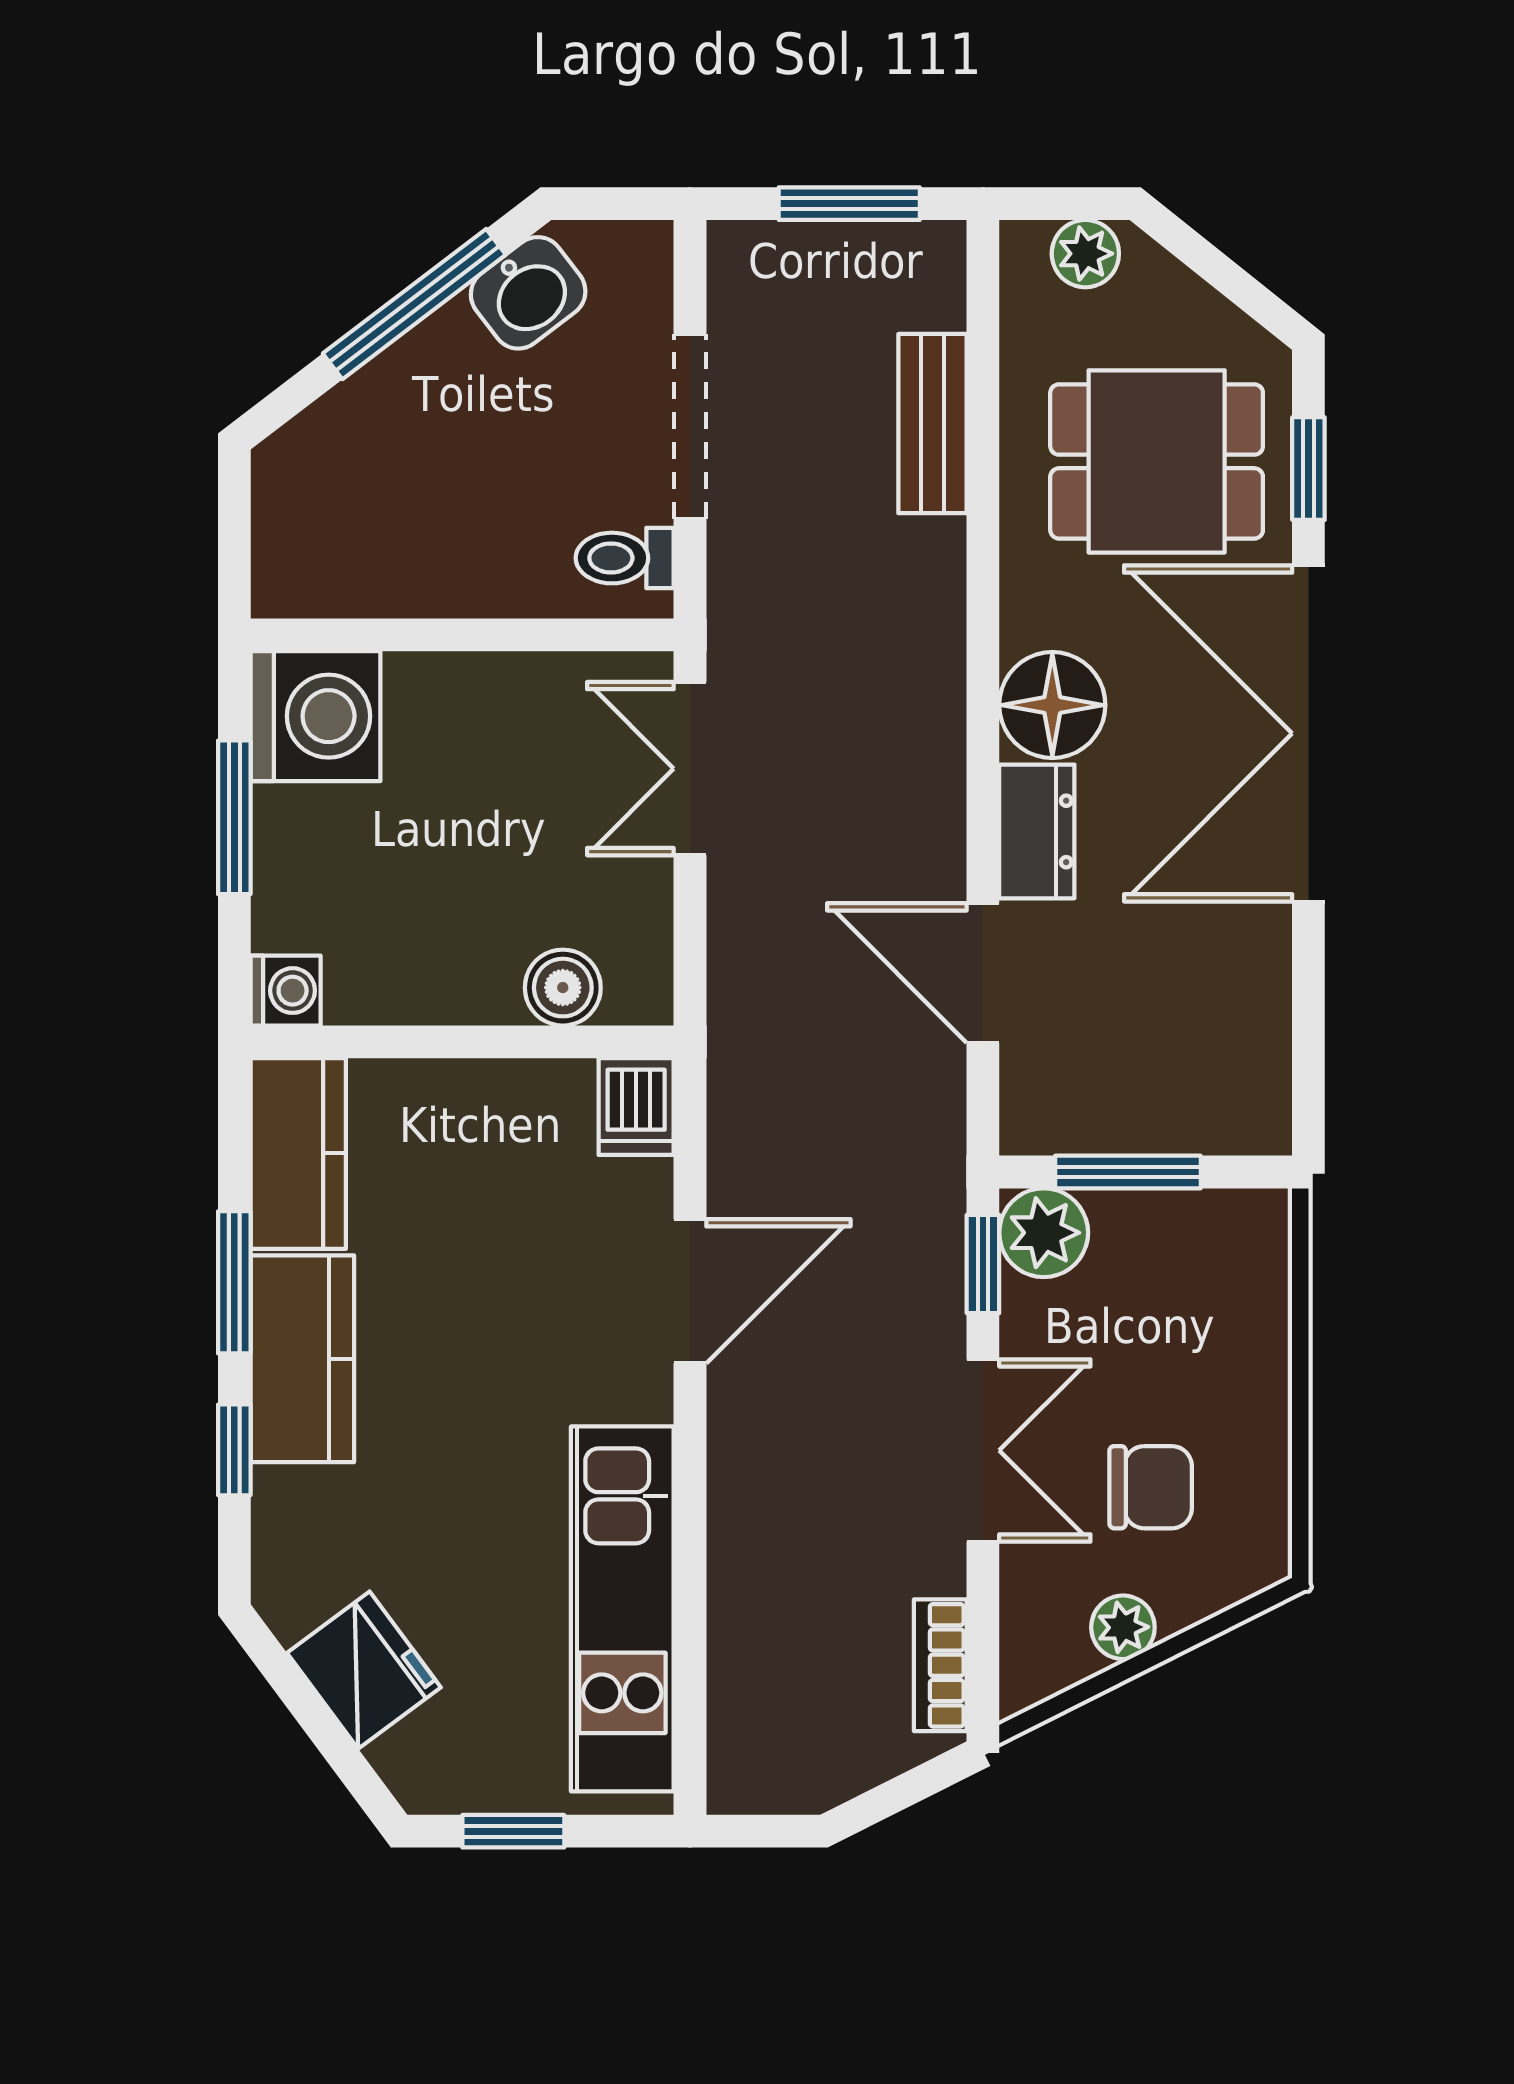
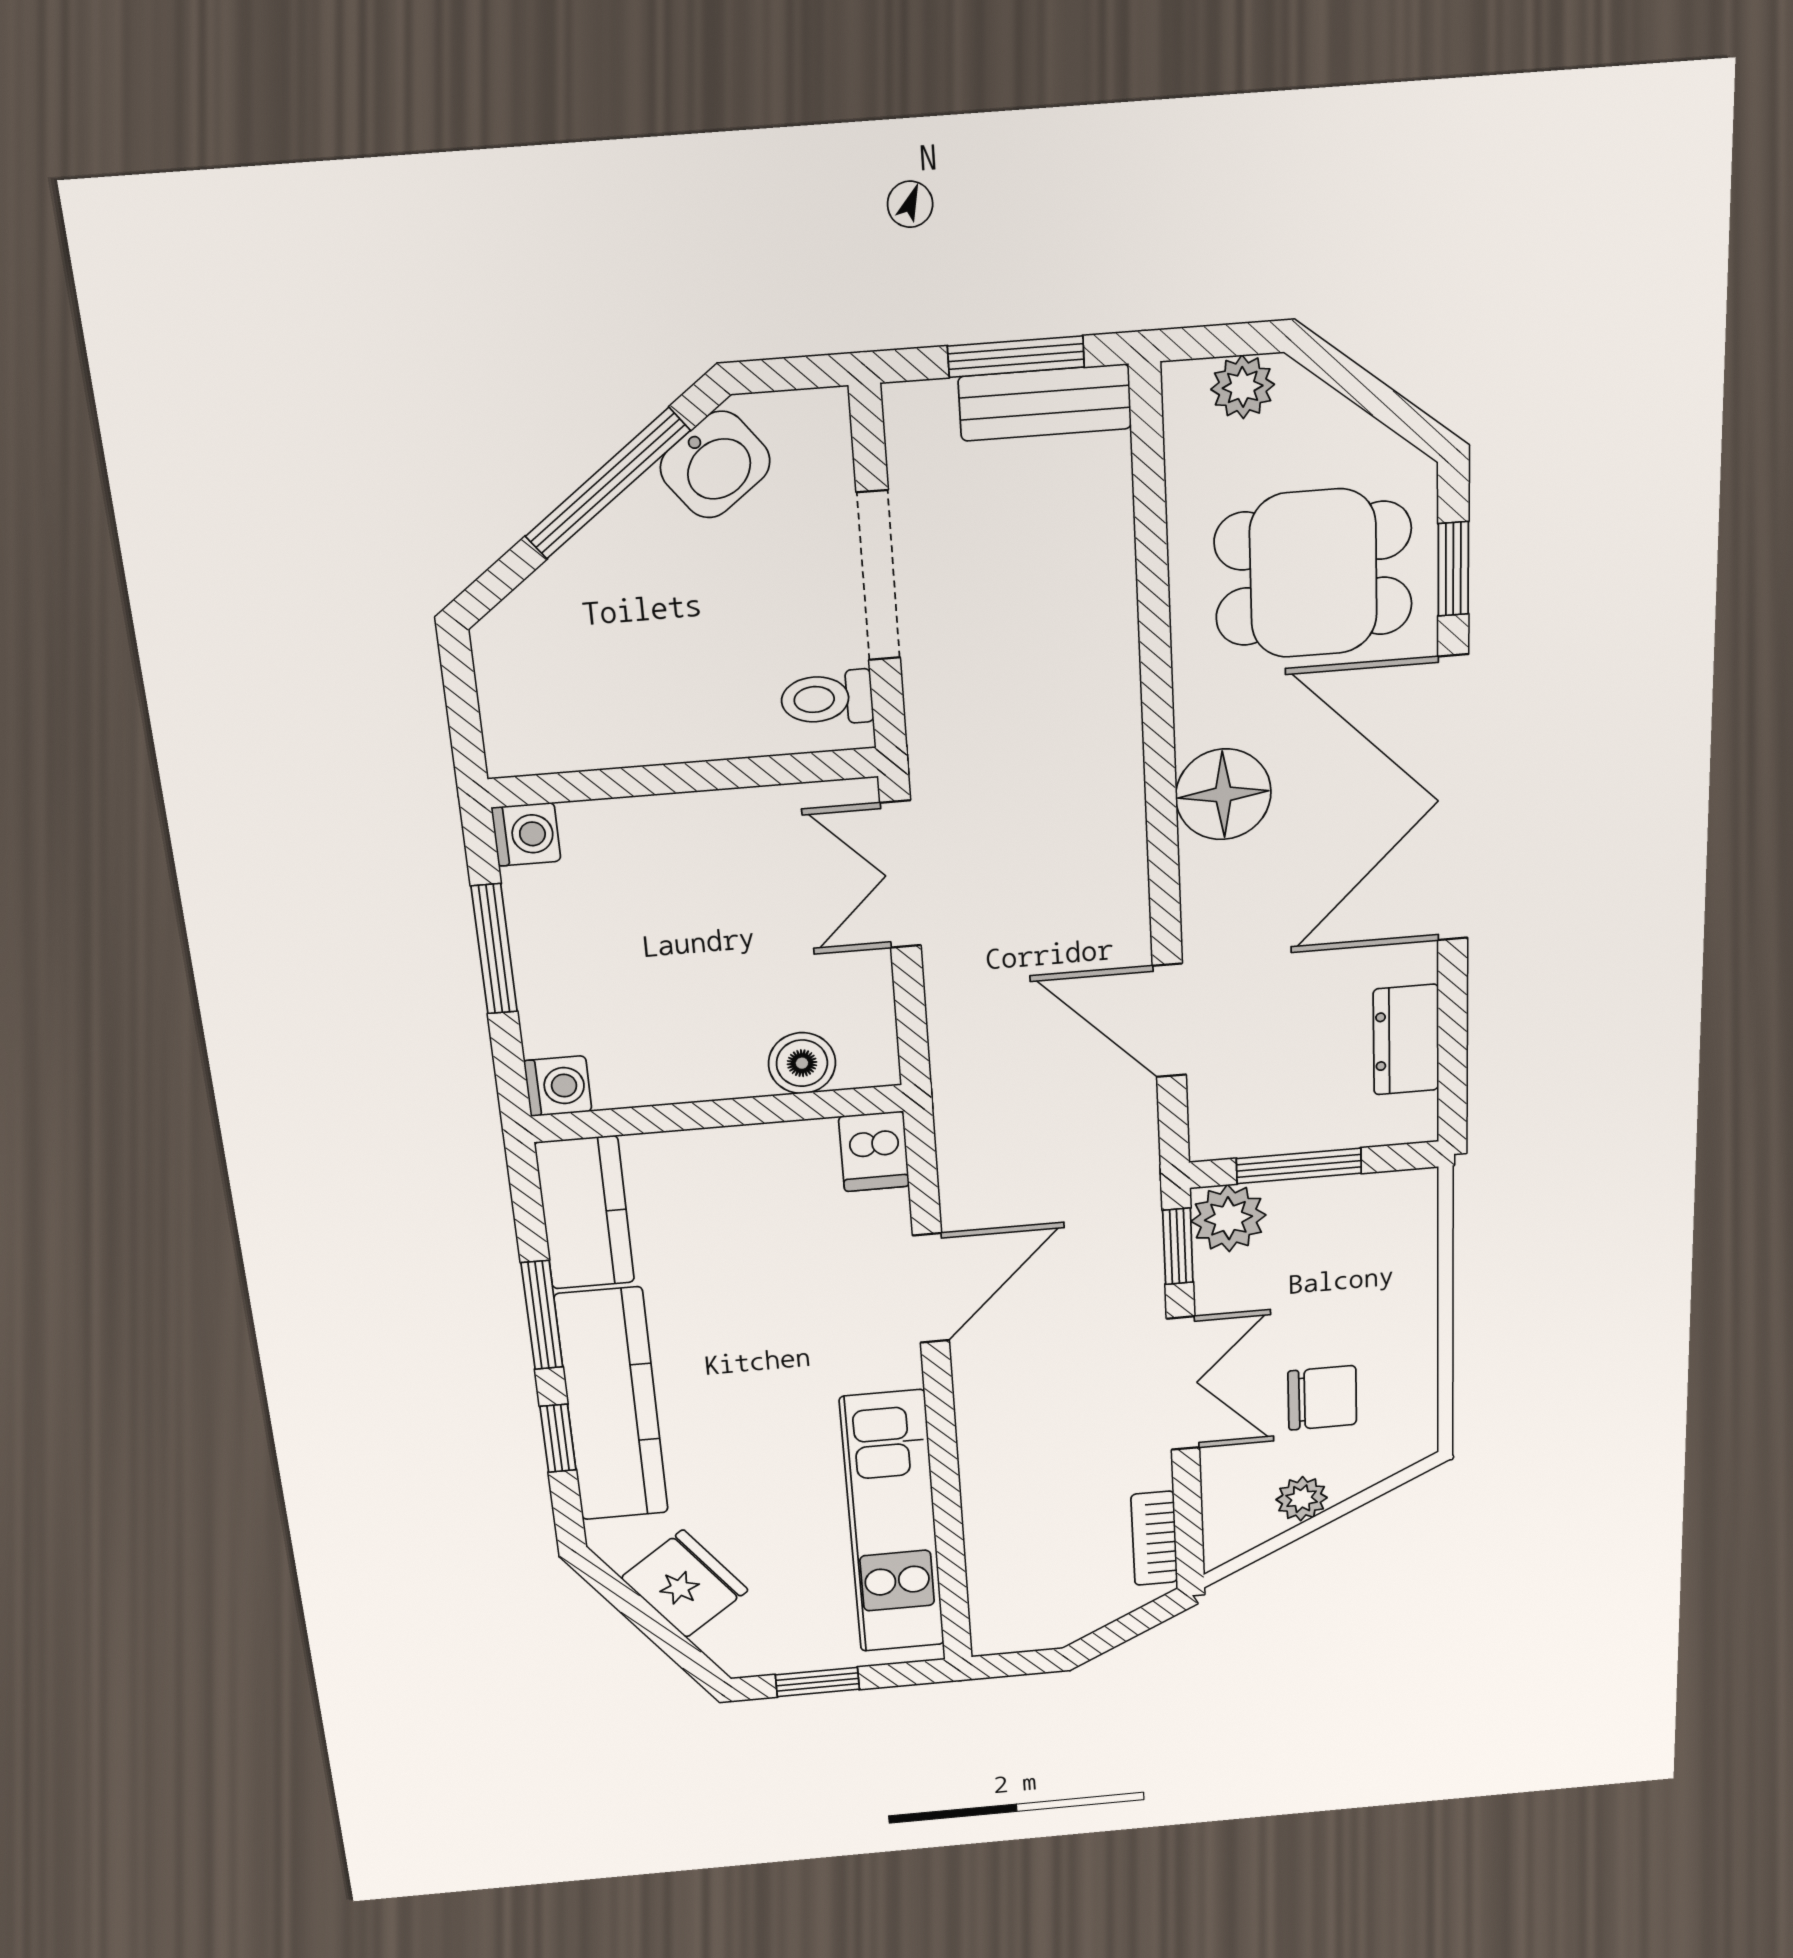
bench: (932, 424) -> (1045, 403), moved, turned 90
washing machine: (316, 716) -> (526, 834), width x0.53, depth x0.53
dresser: (1037, 831) -> (1406, 1040), moved, turned 180
kitchen counter: (302, 1359) -> (612, 1405), width x1.50

